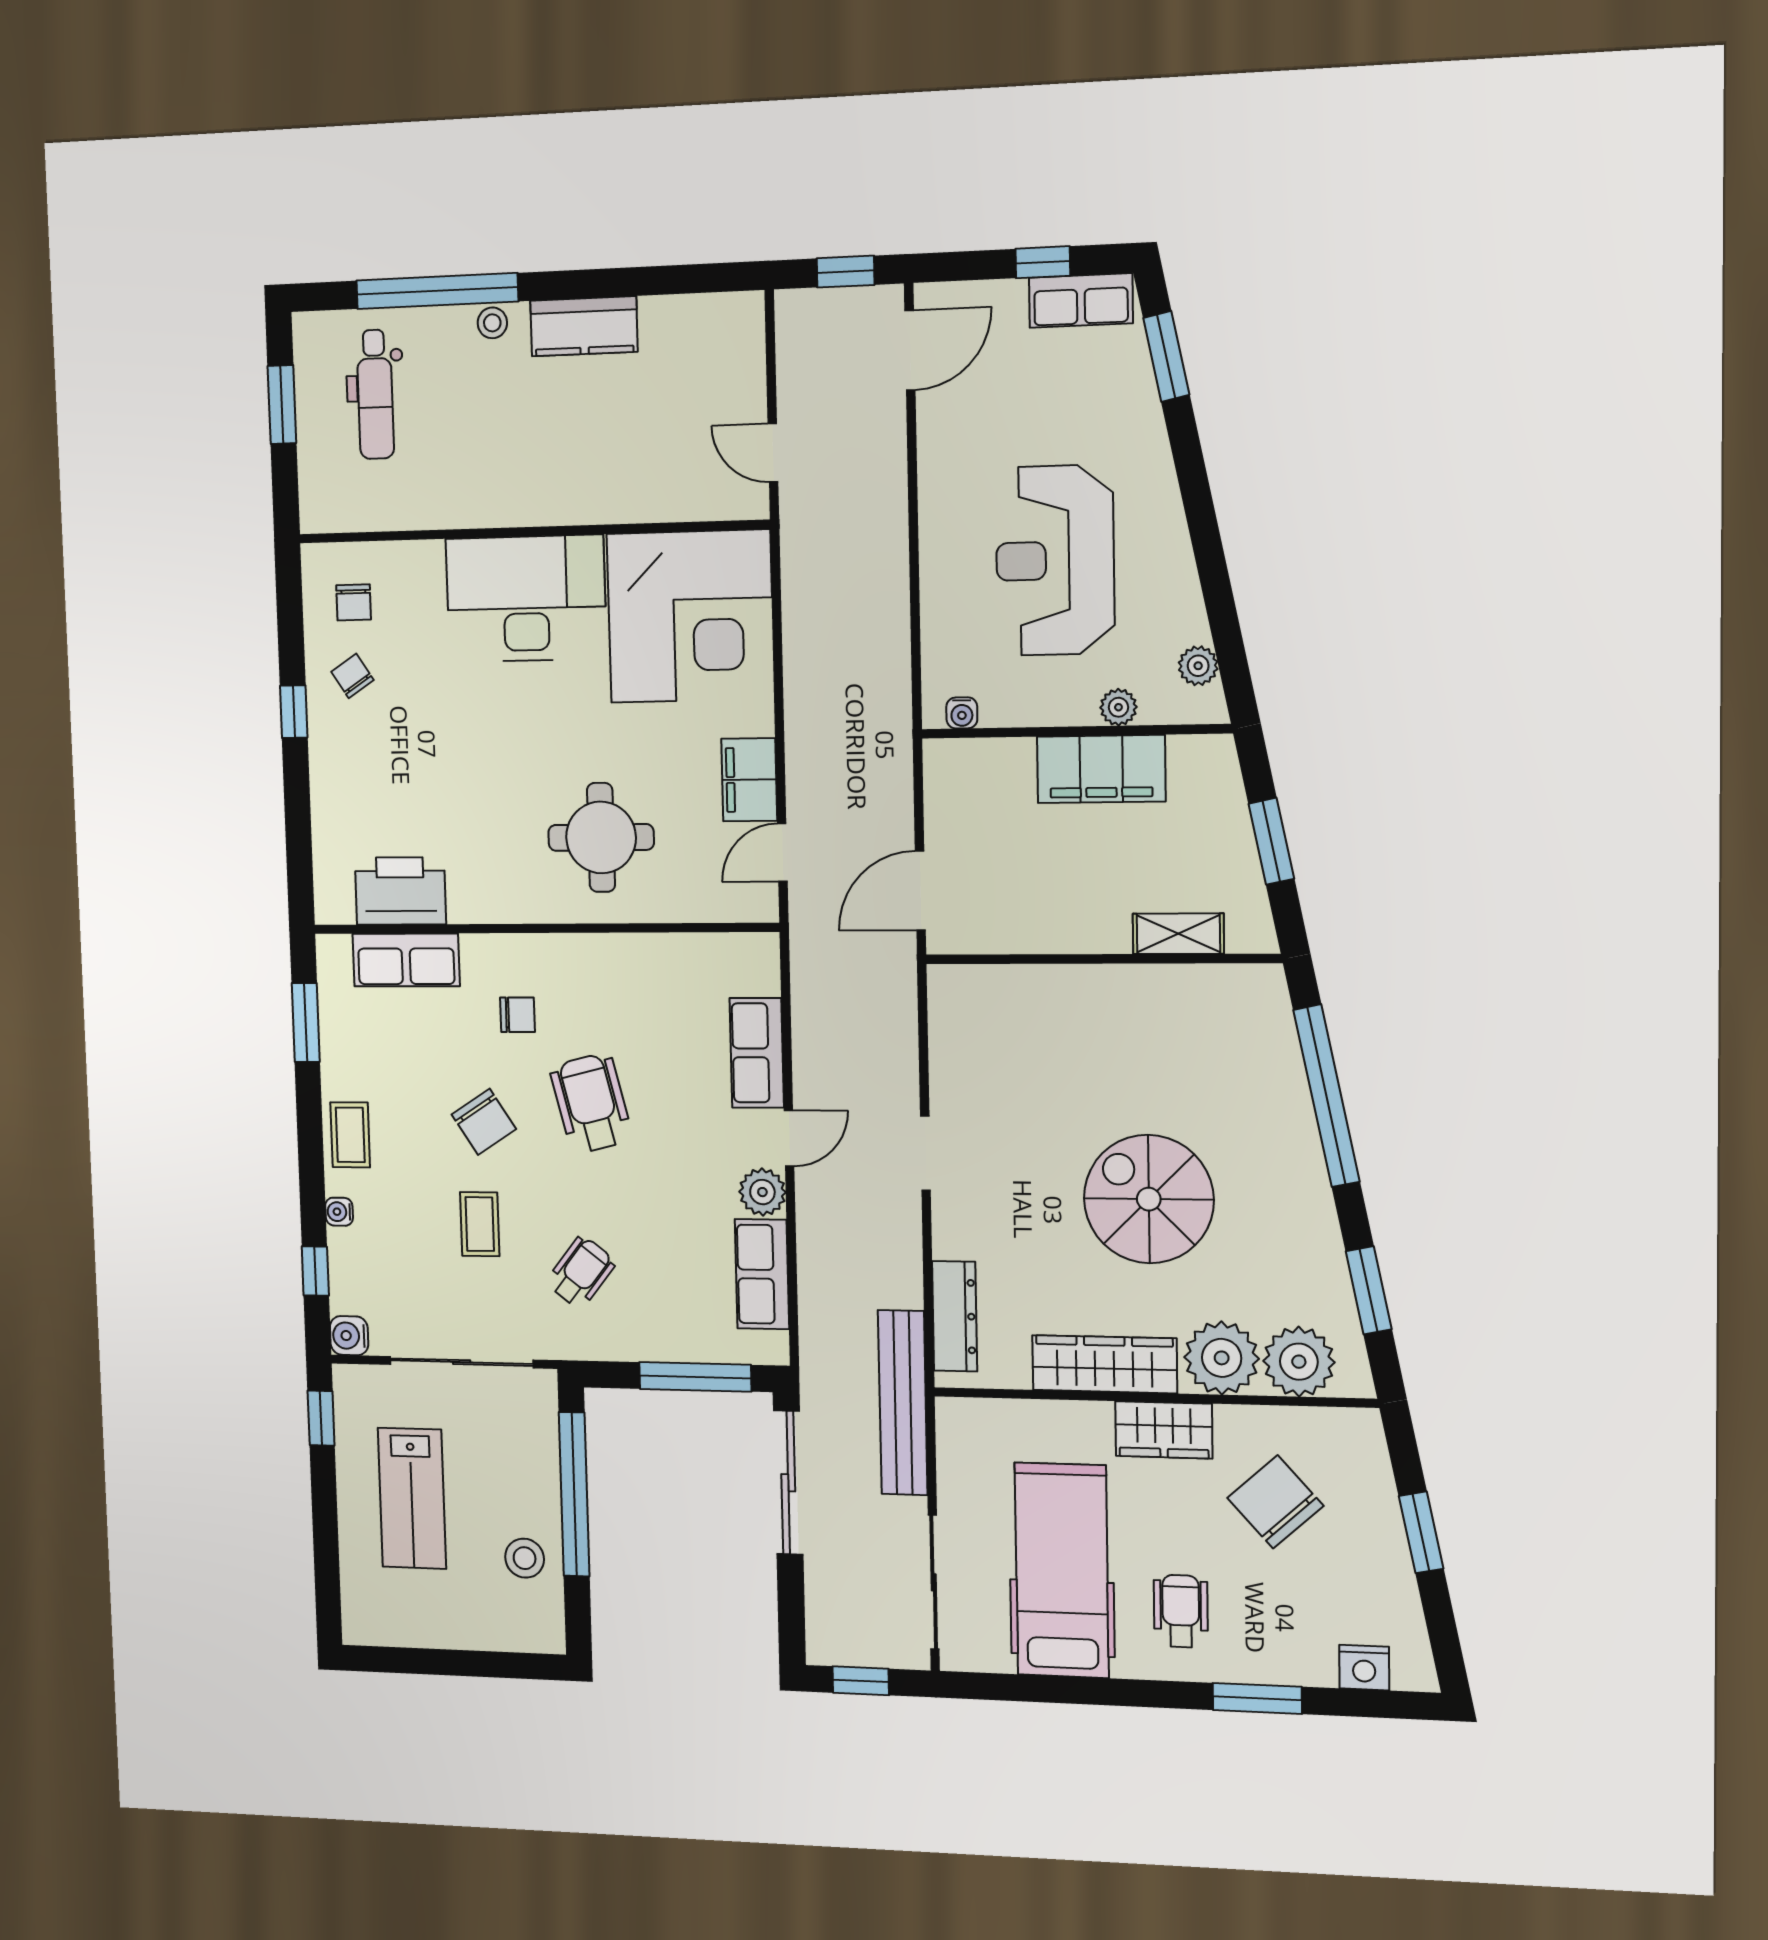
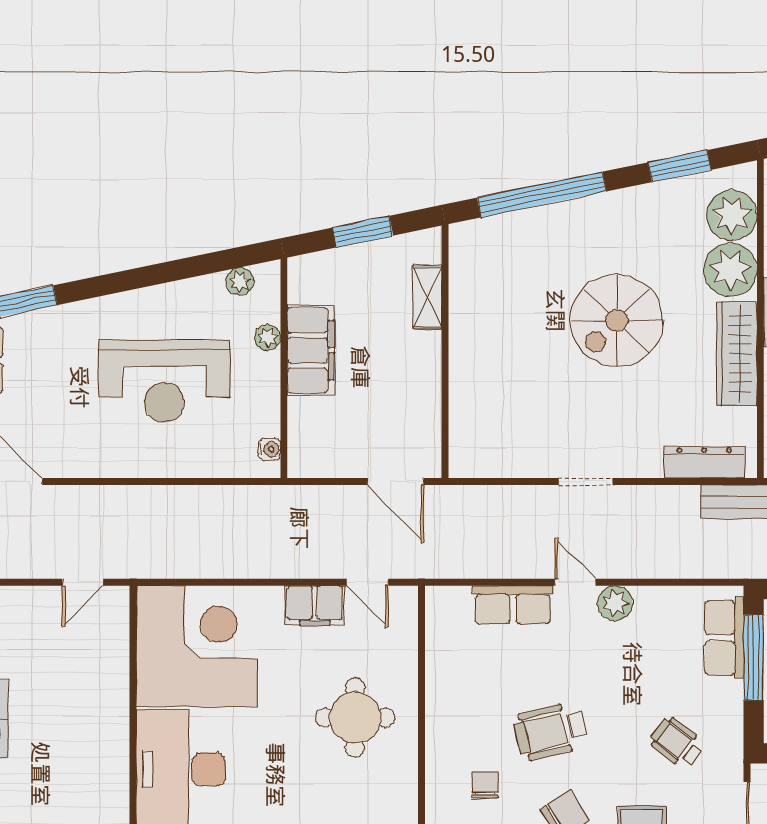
row of seats: (762, 1274) -> (724, 638), moved, turned 90

